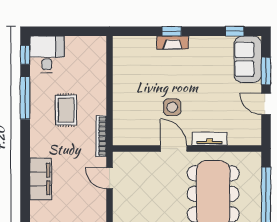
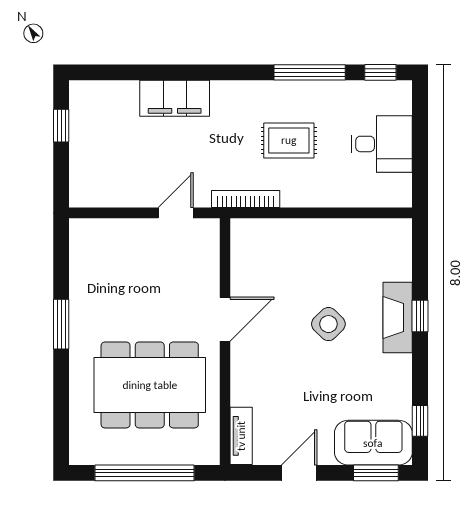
fireplace: (173, 43) -> (398, 318), width x1.37, depth x1.32
desk: (47, 54) -> (382, 144), moved
window: (266, 71) -> (376, 473), moved
side table: (172, 107) -> (328, 324), moved, turned 45
tv unit: (210, 139) -> (241, 436), moved

